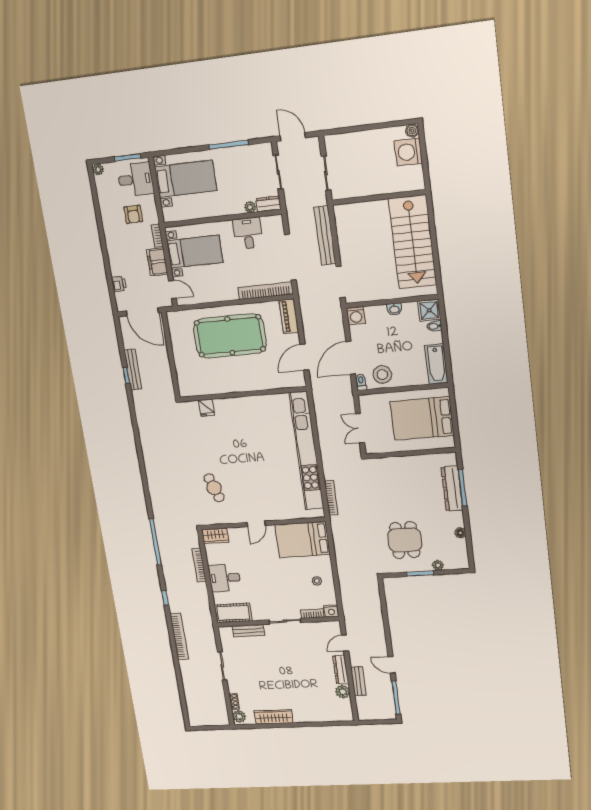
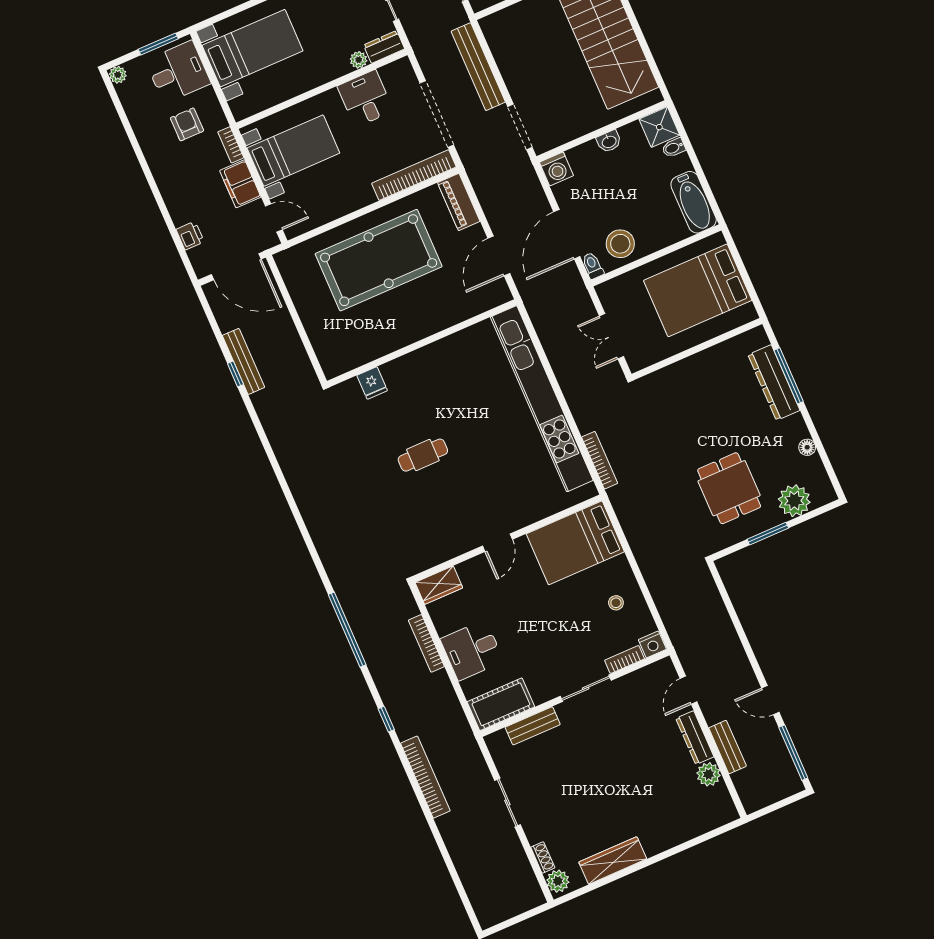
armchair: (133, 214) -> (187, 124), turned 180
cafe table: (214, 488) -> (423, 455), moved, turned -71
plant: (438, 565) -> (794, 501), width x1.88, depth x1.88

